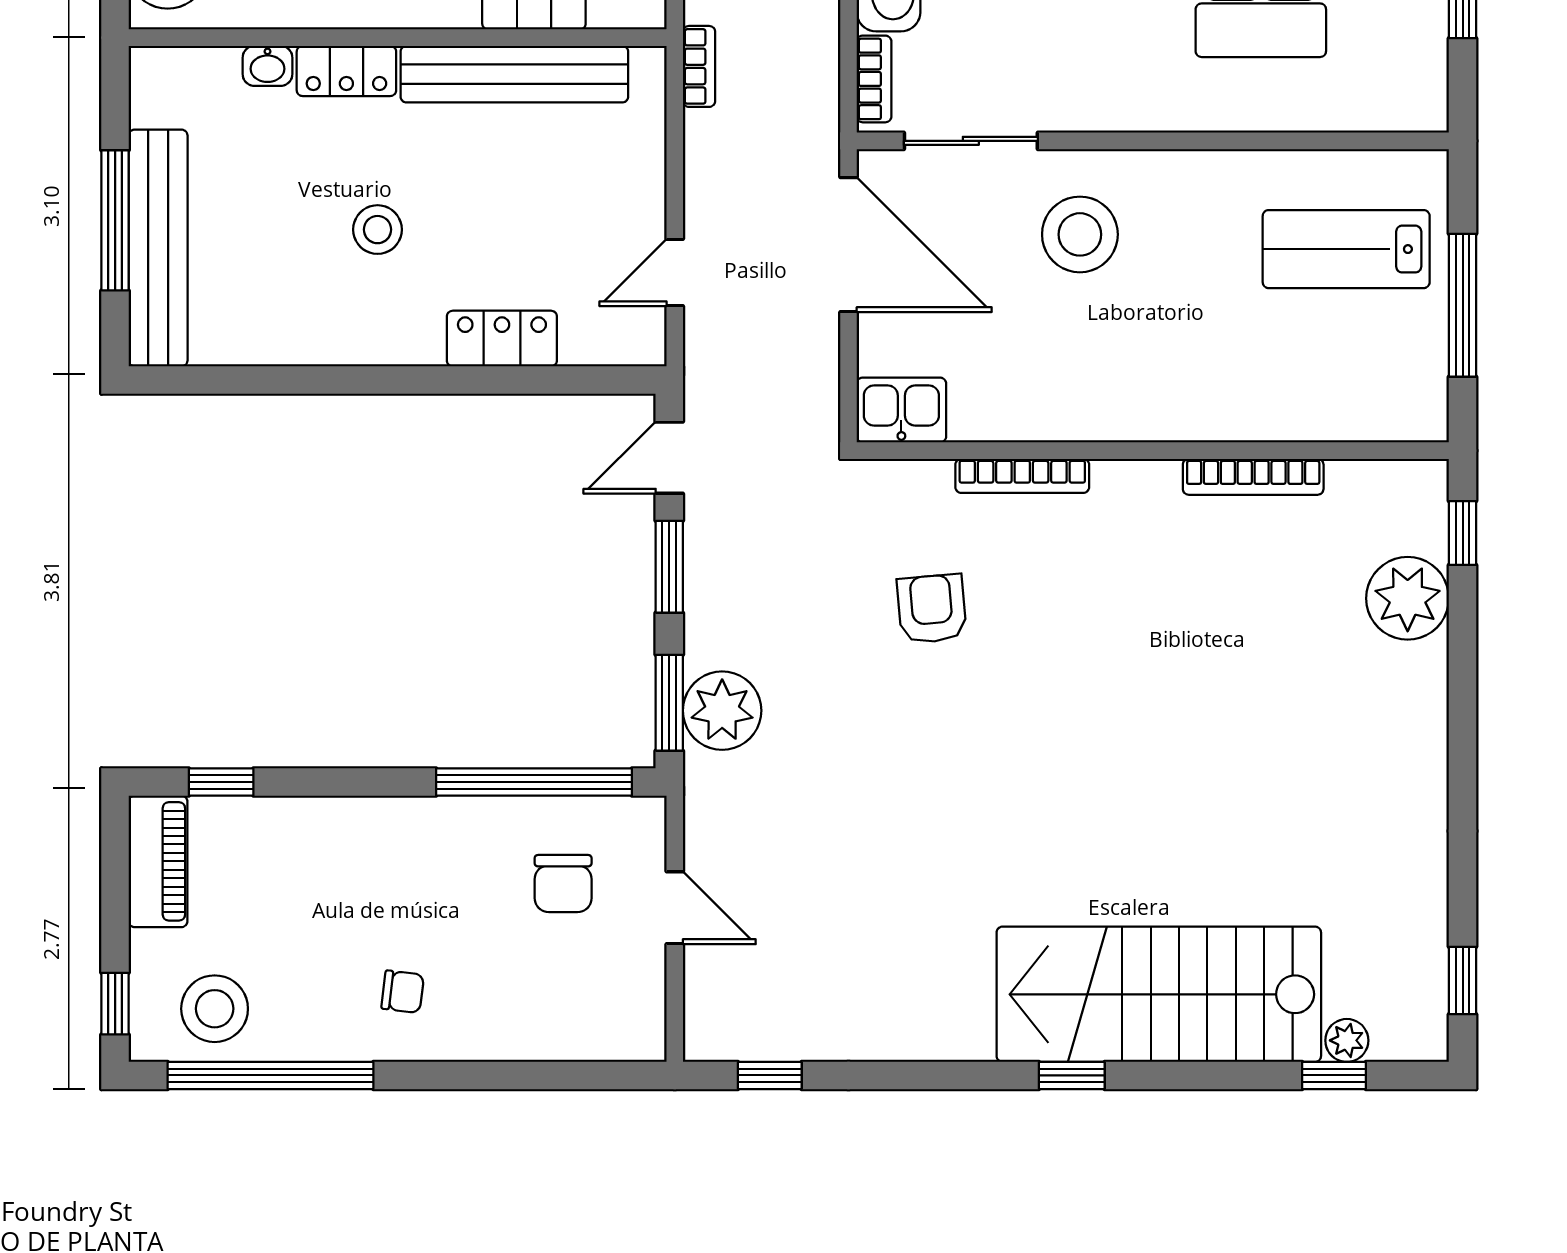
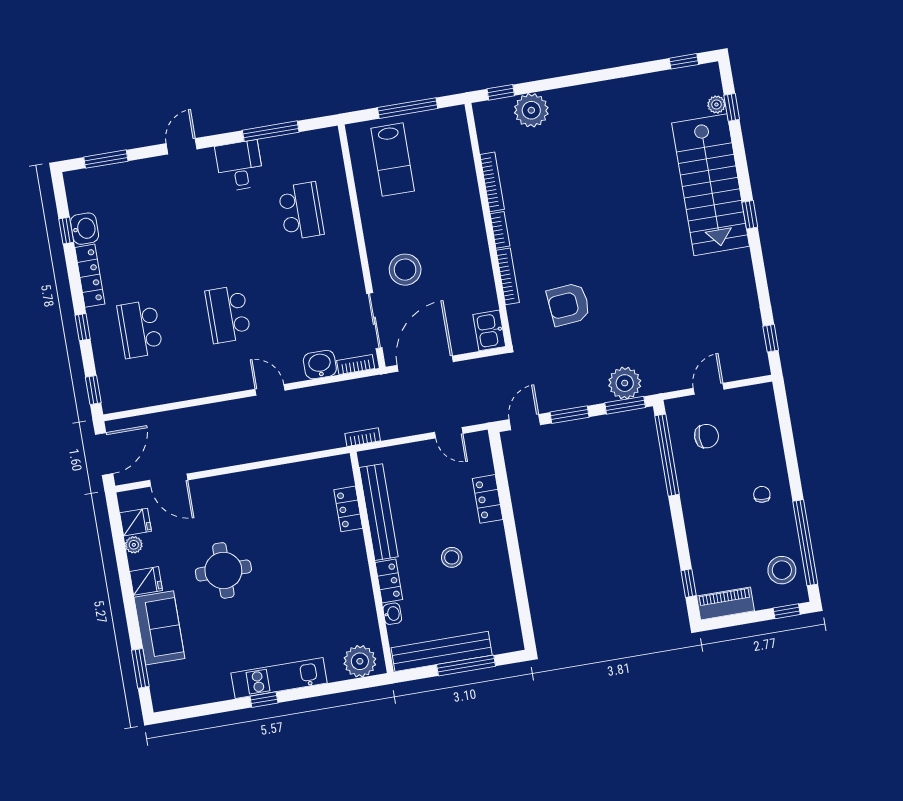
bench: (158, 248) -> (442, 651), moved
door: (669, 458) -> (525, 422), swing flipped
bookcase: (1136, 476) -> (500, 230), added
armchair: (932, 609) -> (569, 304), width x1.38, depth x1.38

